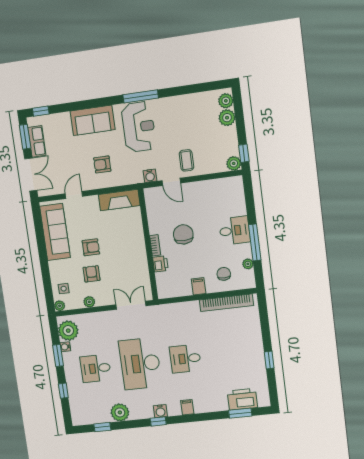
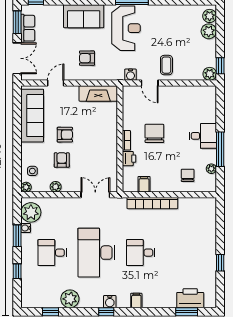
filing cabinet: (199, 286) -> (144, 184), moved
bookcase: (226, 303) -> (152, 203), moved

